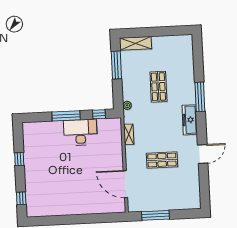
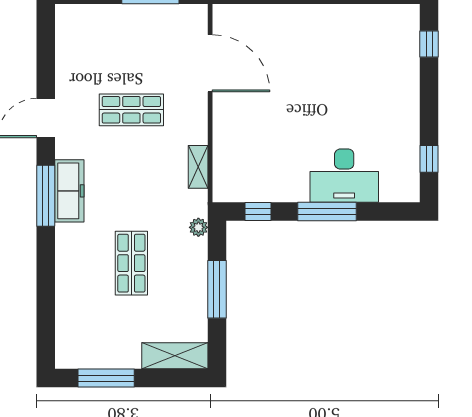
window: (168, 31) -> (106, 378), added
window: (116, 65) -> (217, 289), moved
window: (200, 97) -> (46, 196), moved
desk: (80, 132) -> (344, 176), moved
window: (19, 159) -> (429, 159), moved

